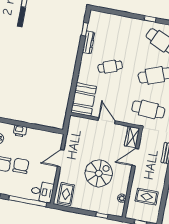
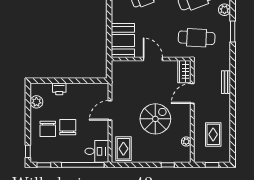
rug: (147, 197) -> (213, 134), turned 90

